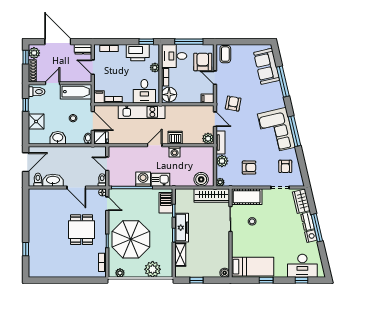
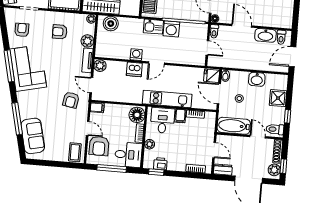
printer: (138, 53) -> (160, 164), width x0.53, depth x0.68
door: (52, 83) -> (258, 137), swing flipped
filing cabinet: (99, 97) -> (180, 116), moved

